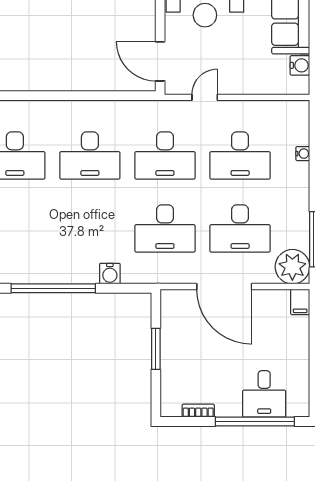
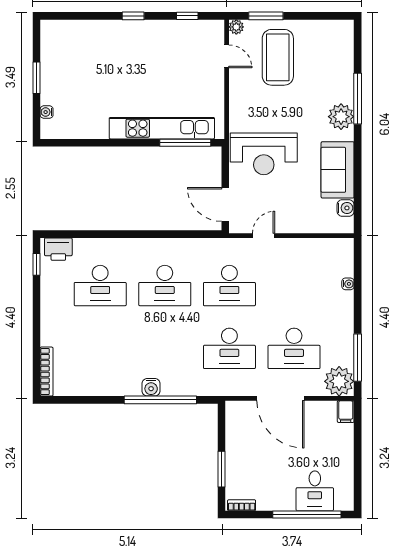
desk: (240, 155) -> (294, 286), removed
water cooler: (110, 274) -> (151, 387), moved
window: (53, 288) -> (160, 400), moved
window: (156, 349) -> (222, 469), moved
bookcase: (198, 411) -> (242, 505), moved

